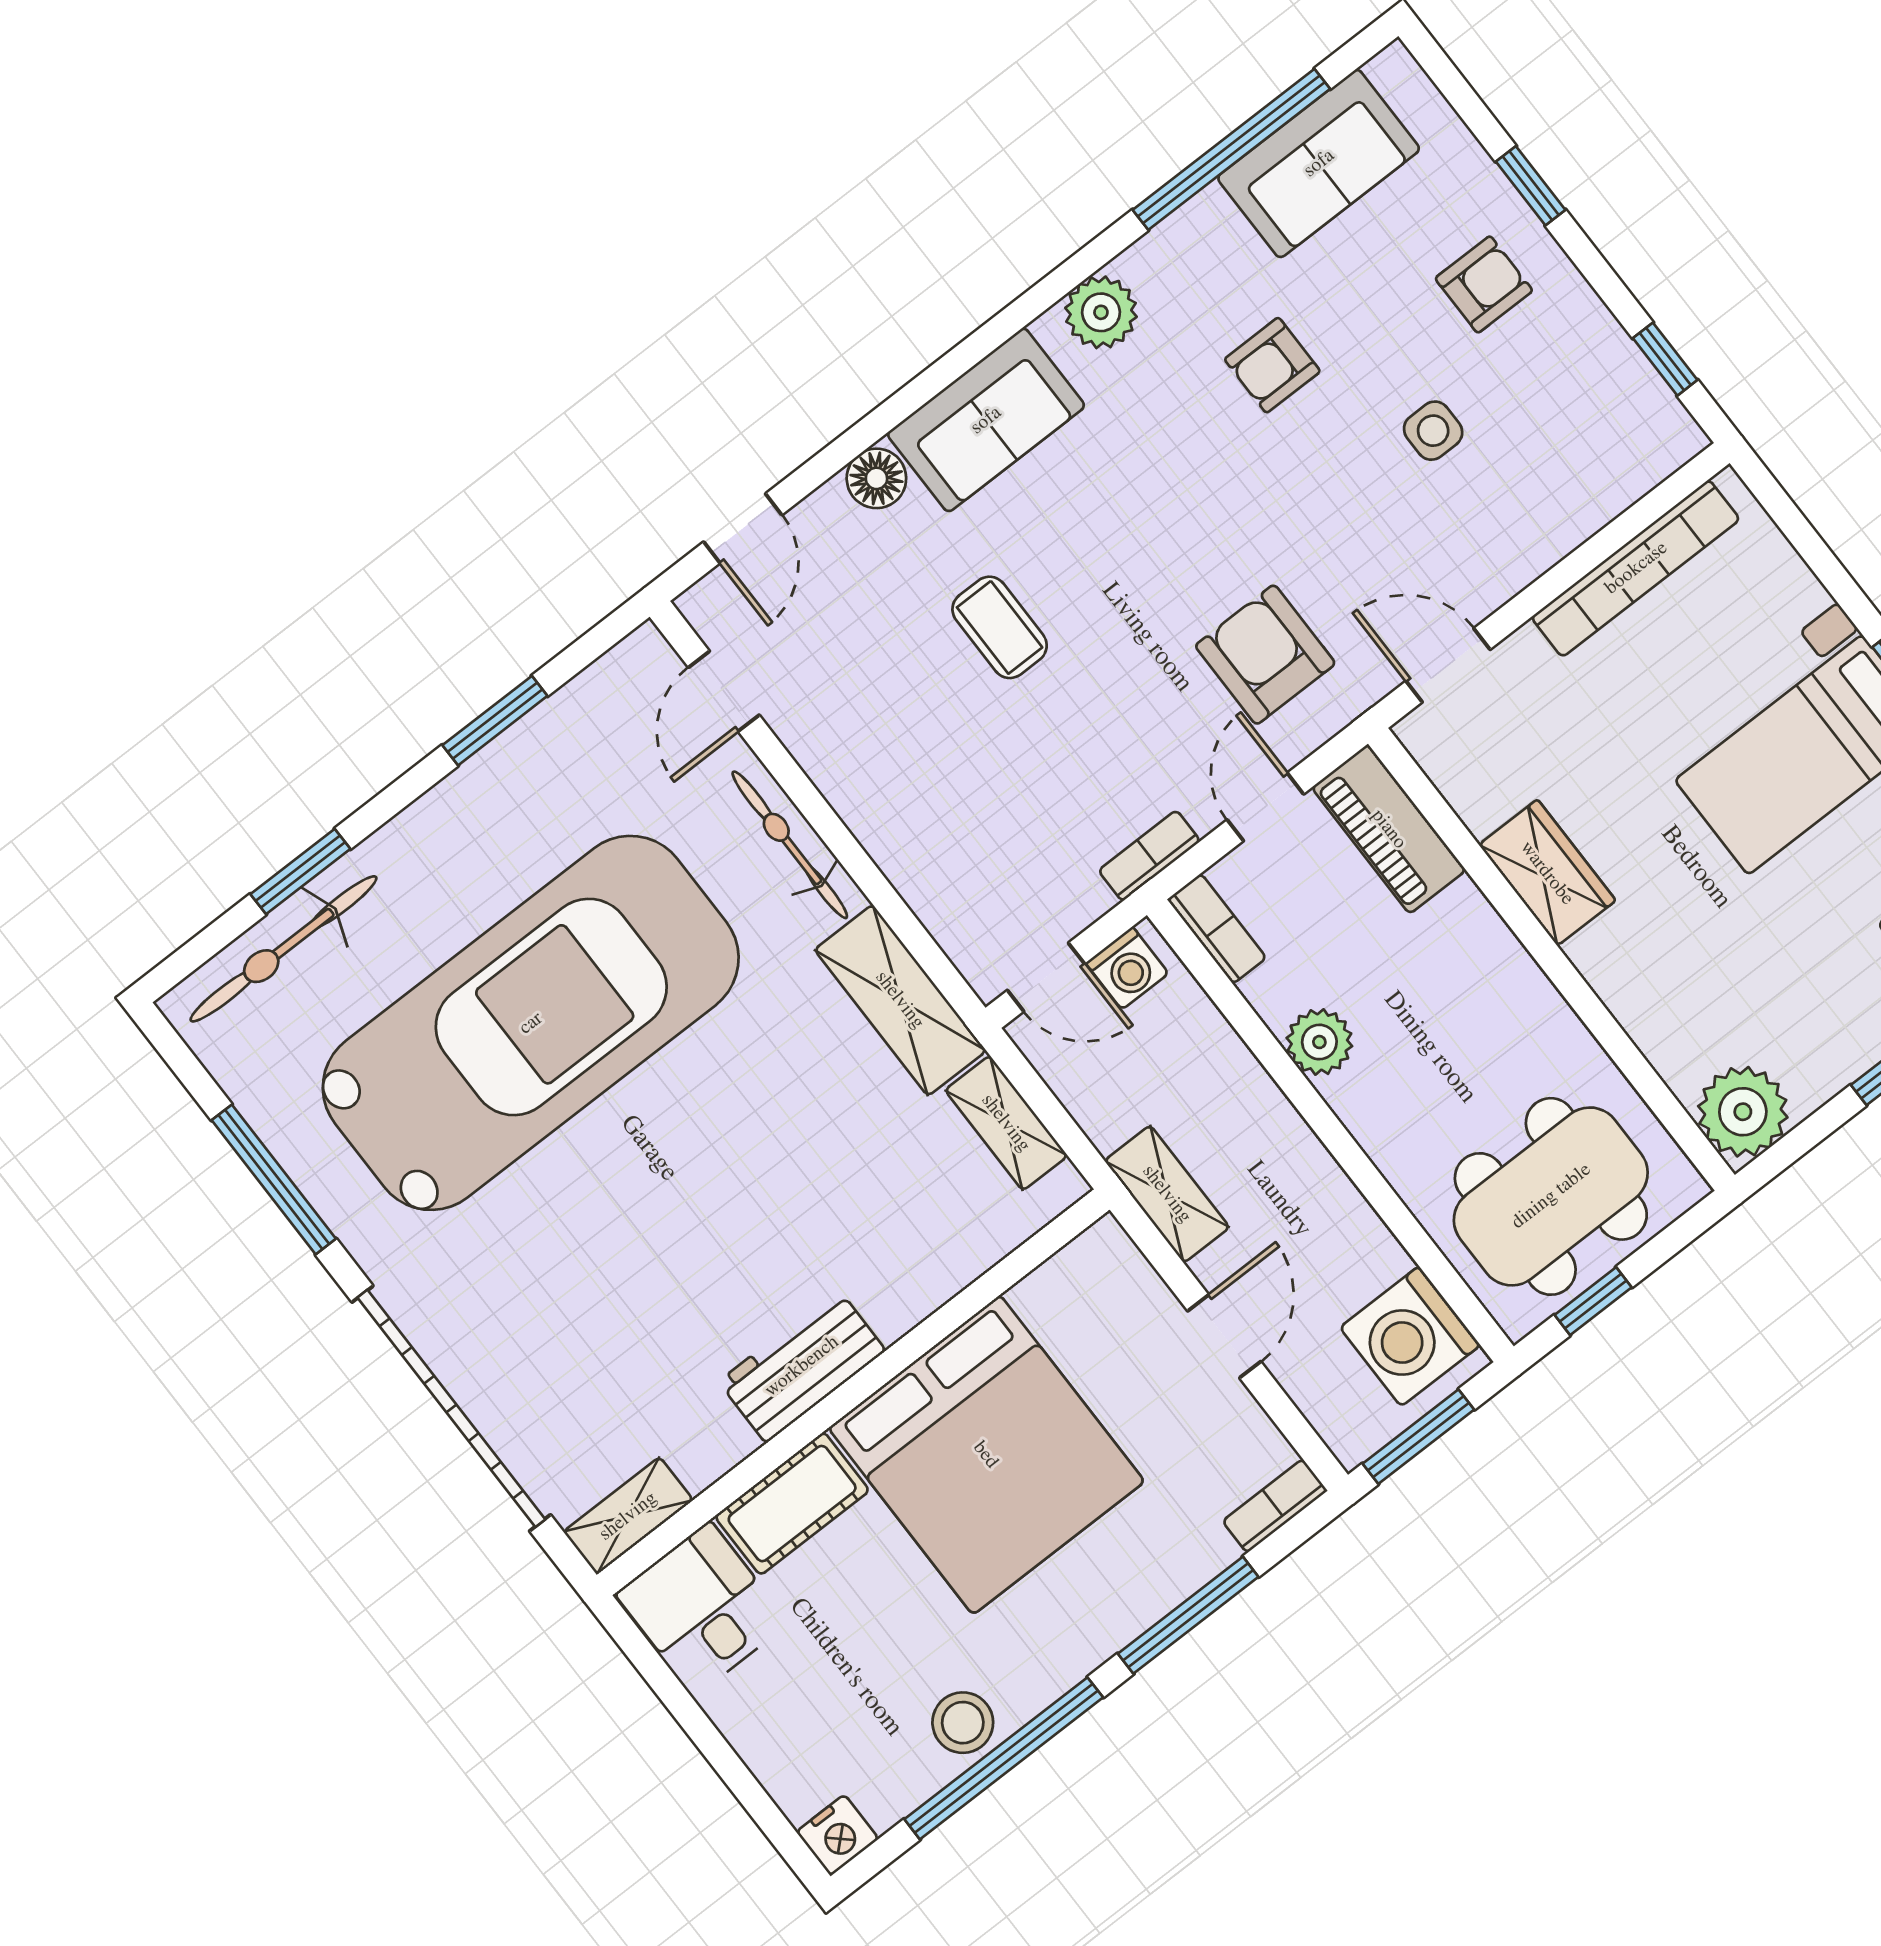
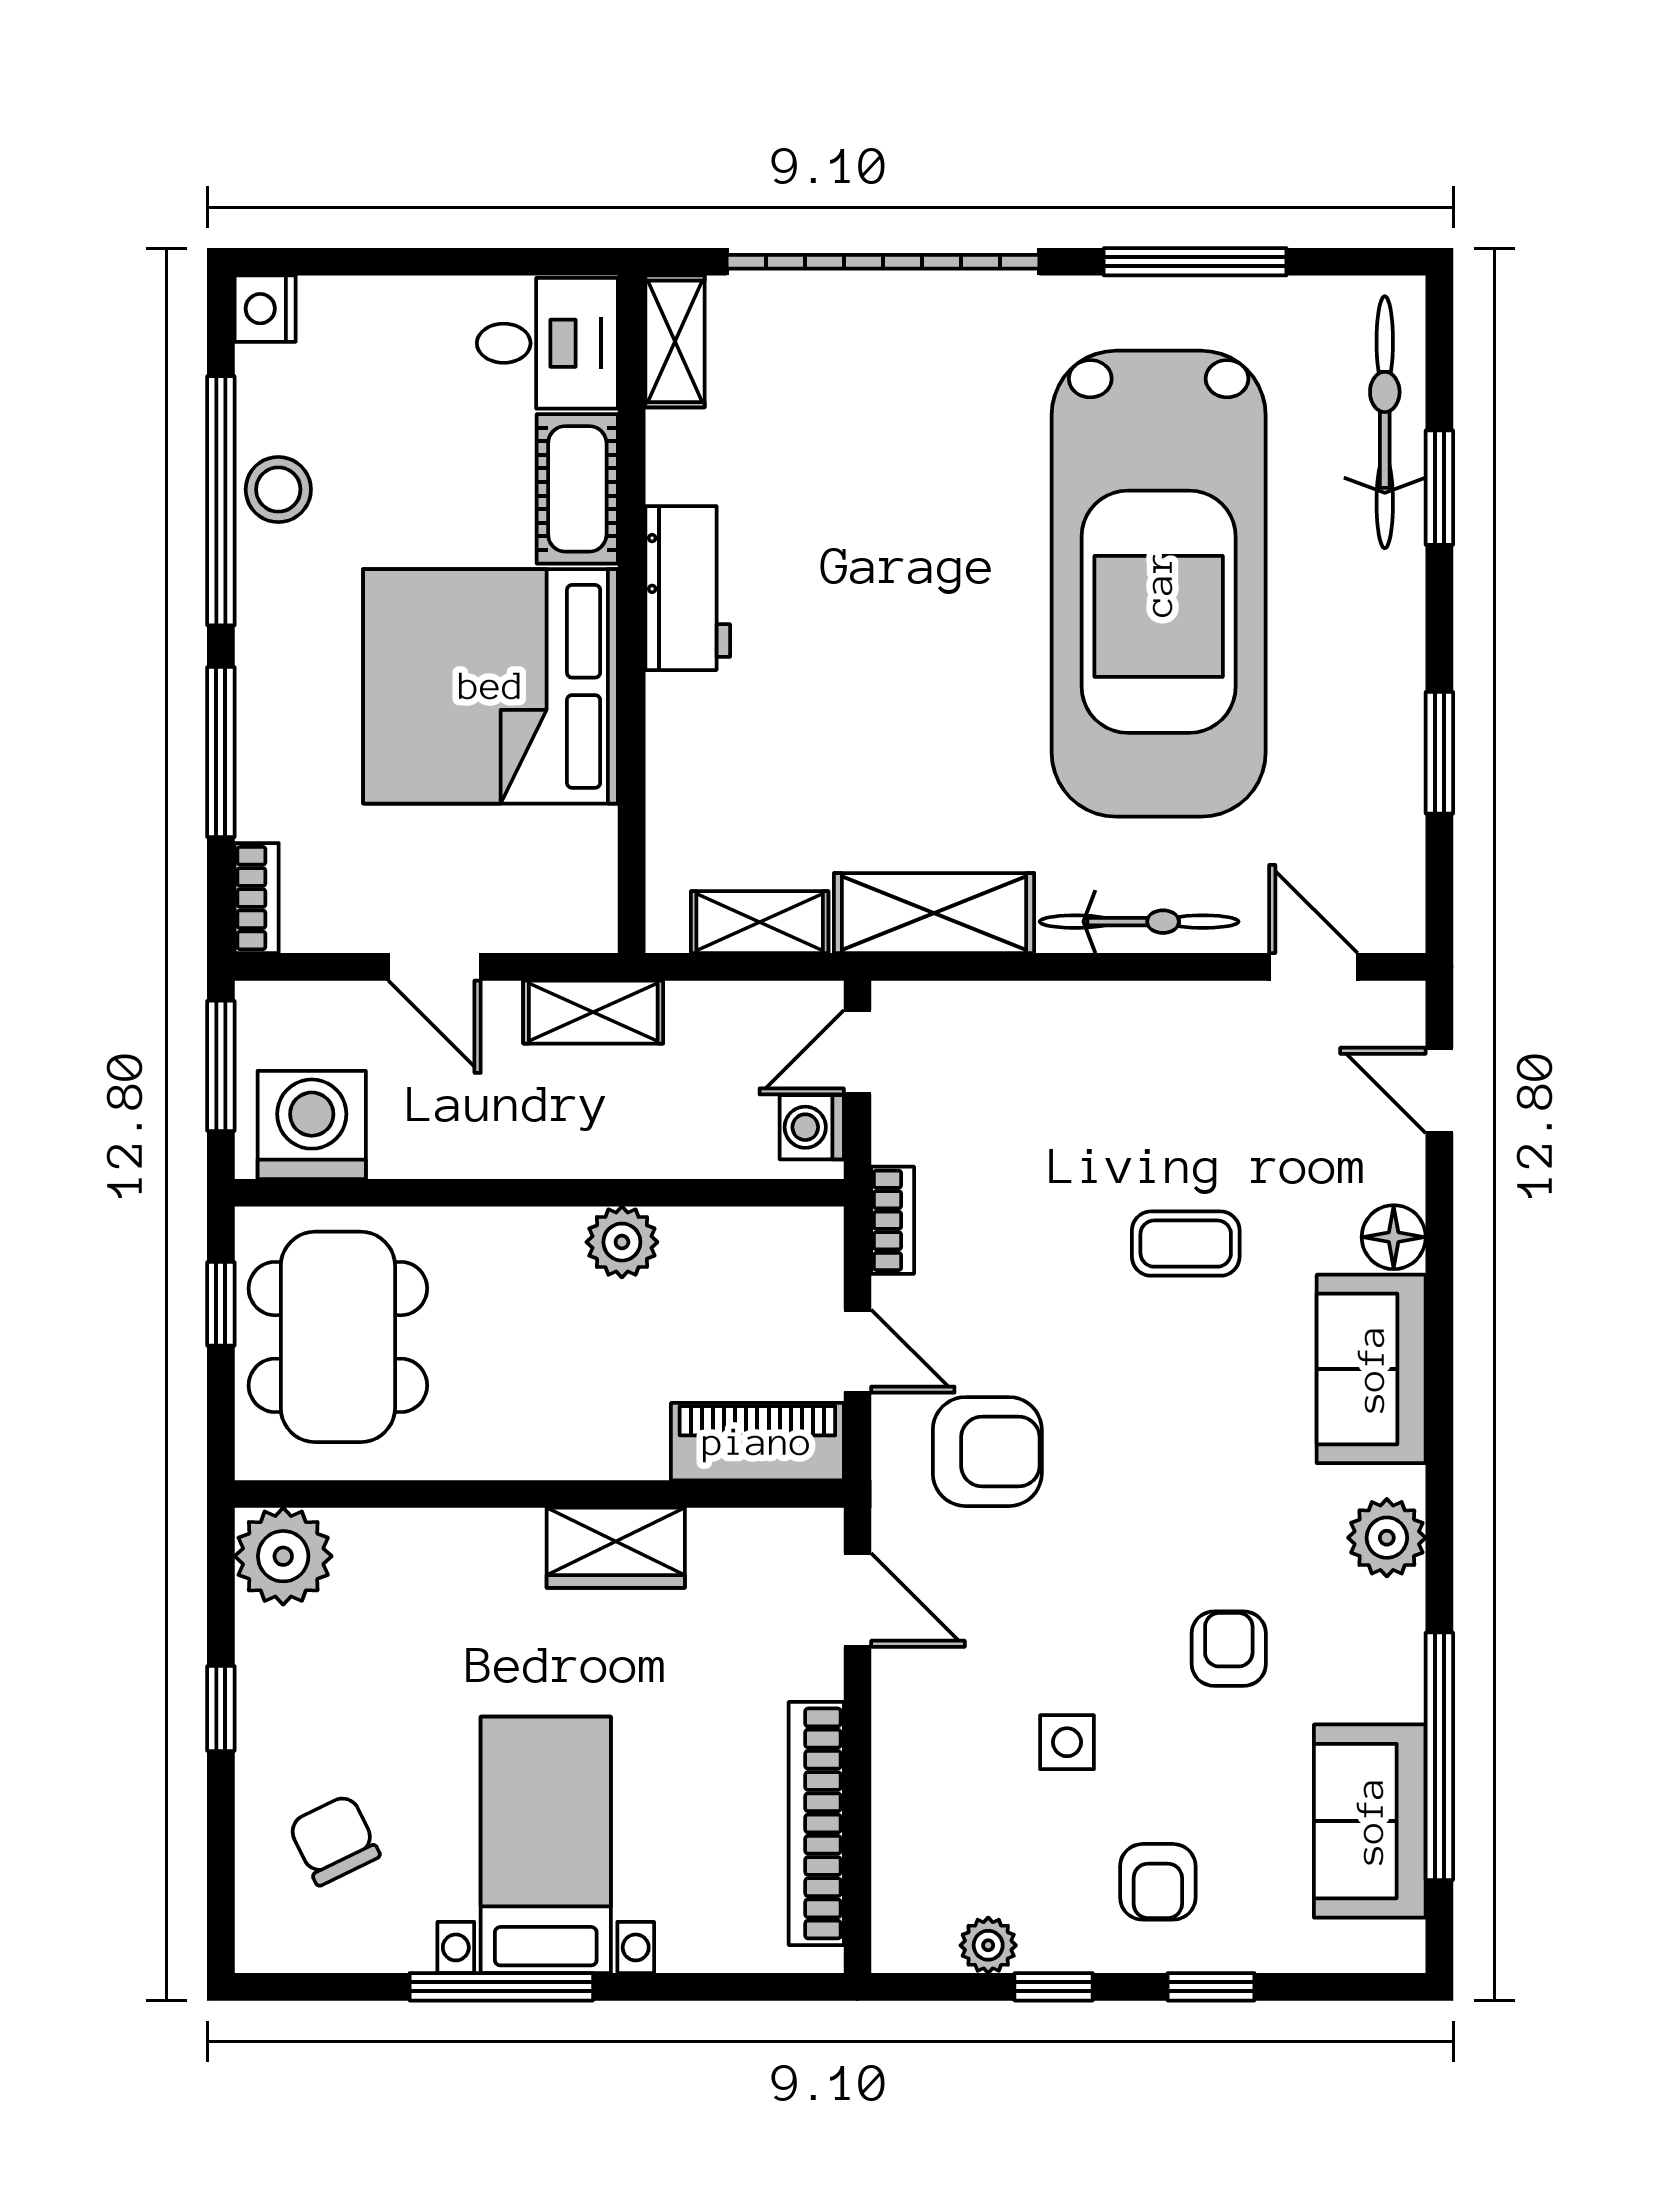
window: (1665, 359) -> (1054, 1987), moved
plant: (1627, 373) -> (988, 1945), added
door: (1448, 665) -> (858, 1600), hinge flipped
bookcase: (1217, 929) -> (786, 1230), removed

